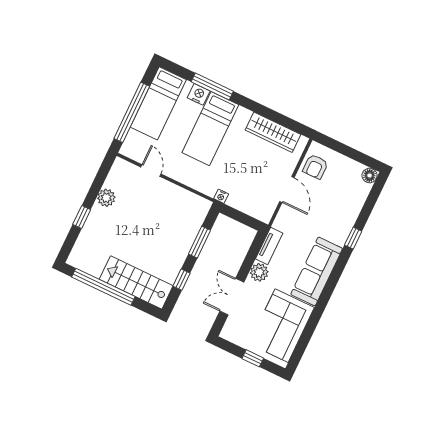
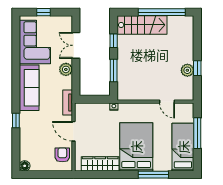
nightstand: (199, 94) -> (160, 165), removed
window: (132, 112) -> (197, 133), width x0.68
bed: (210, 129) -> (136, 147), width x1.50
window: (82, 217) -> (197, 68), moved
tv unit: (269, 246) -> (68, 103), moved
double door: (232, 297) -> (76, 45), swing flipped

